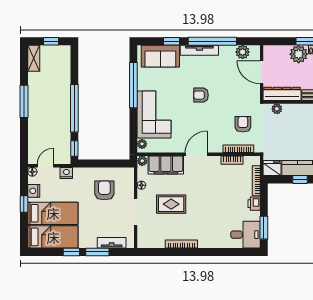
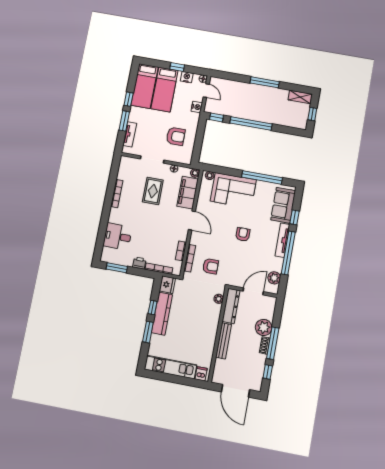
desk: (246, 235) -> (118, 236), moved, turned 90

